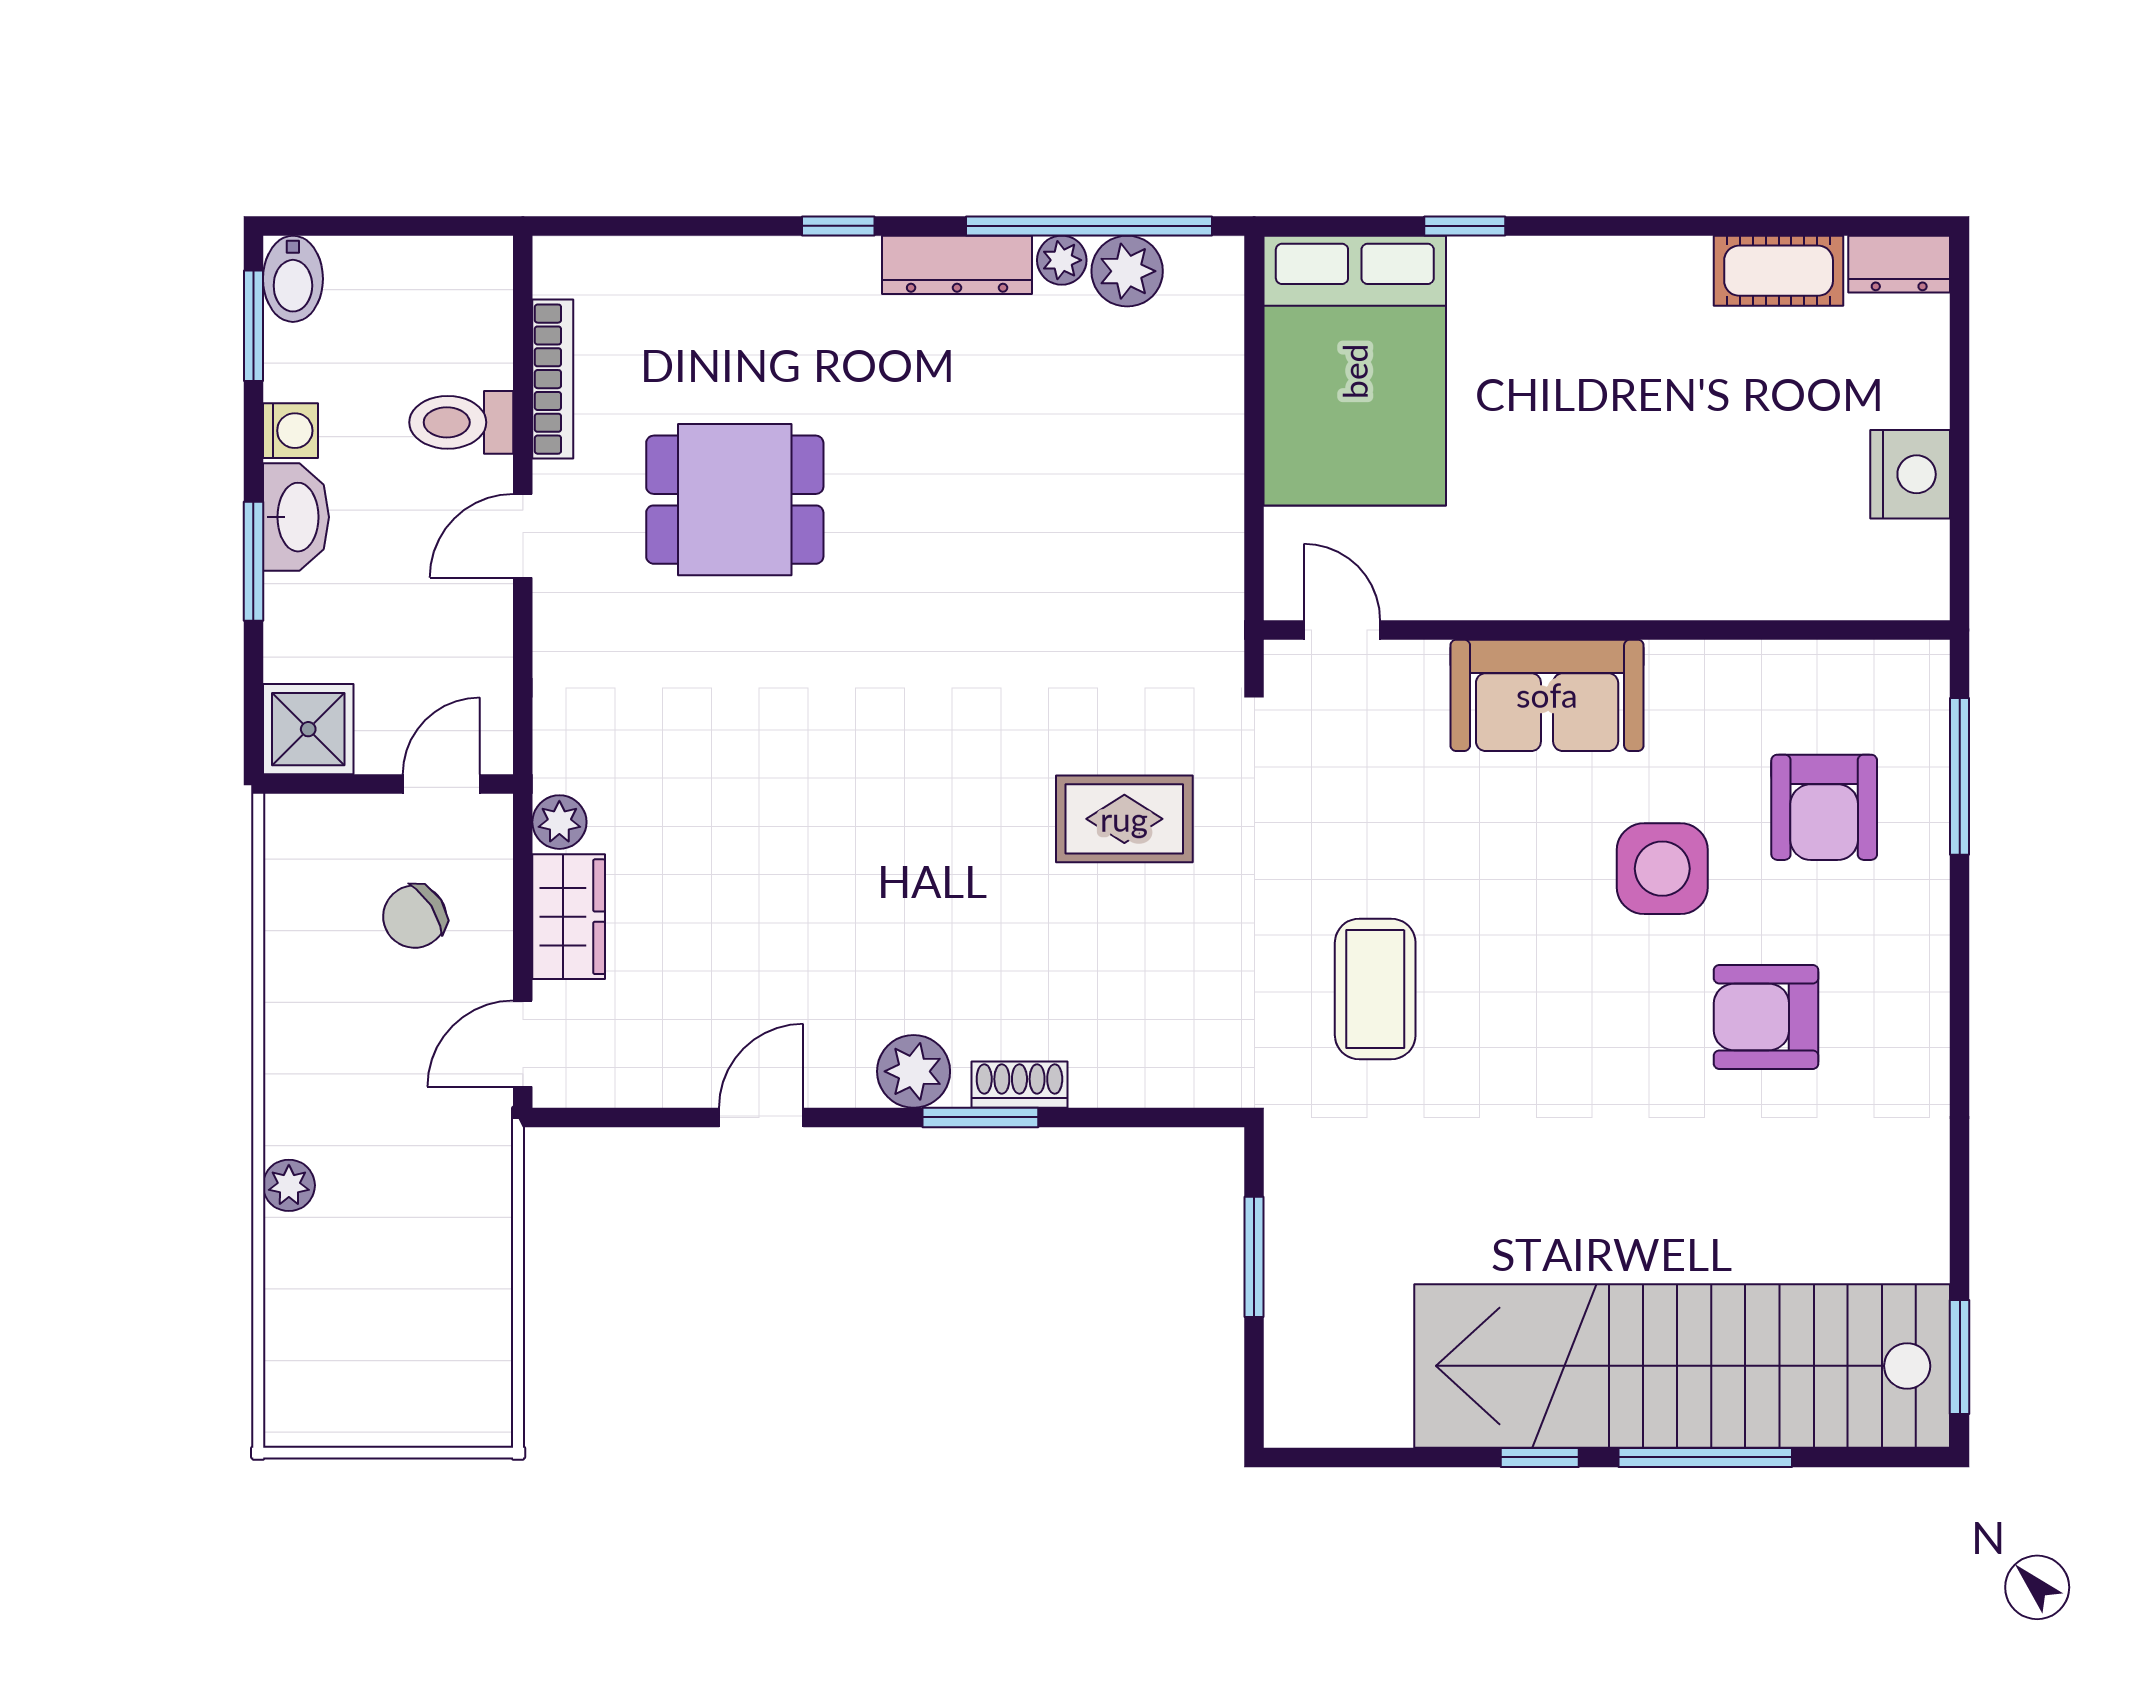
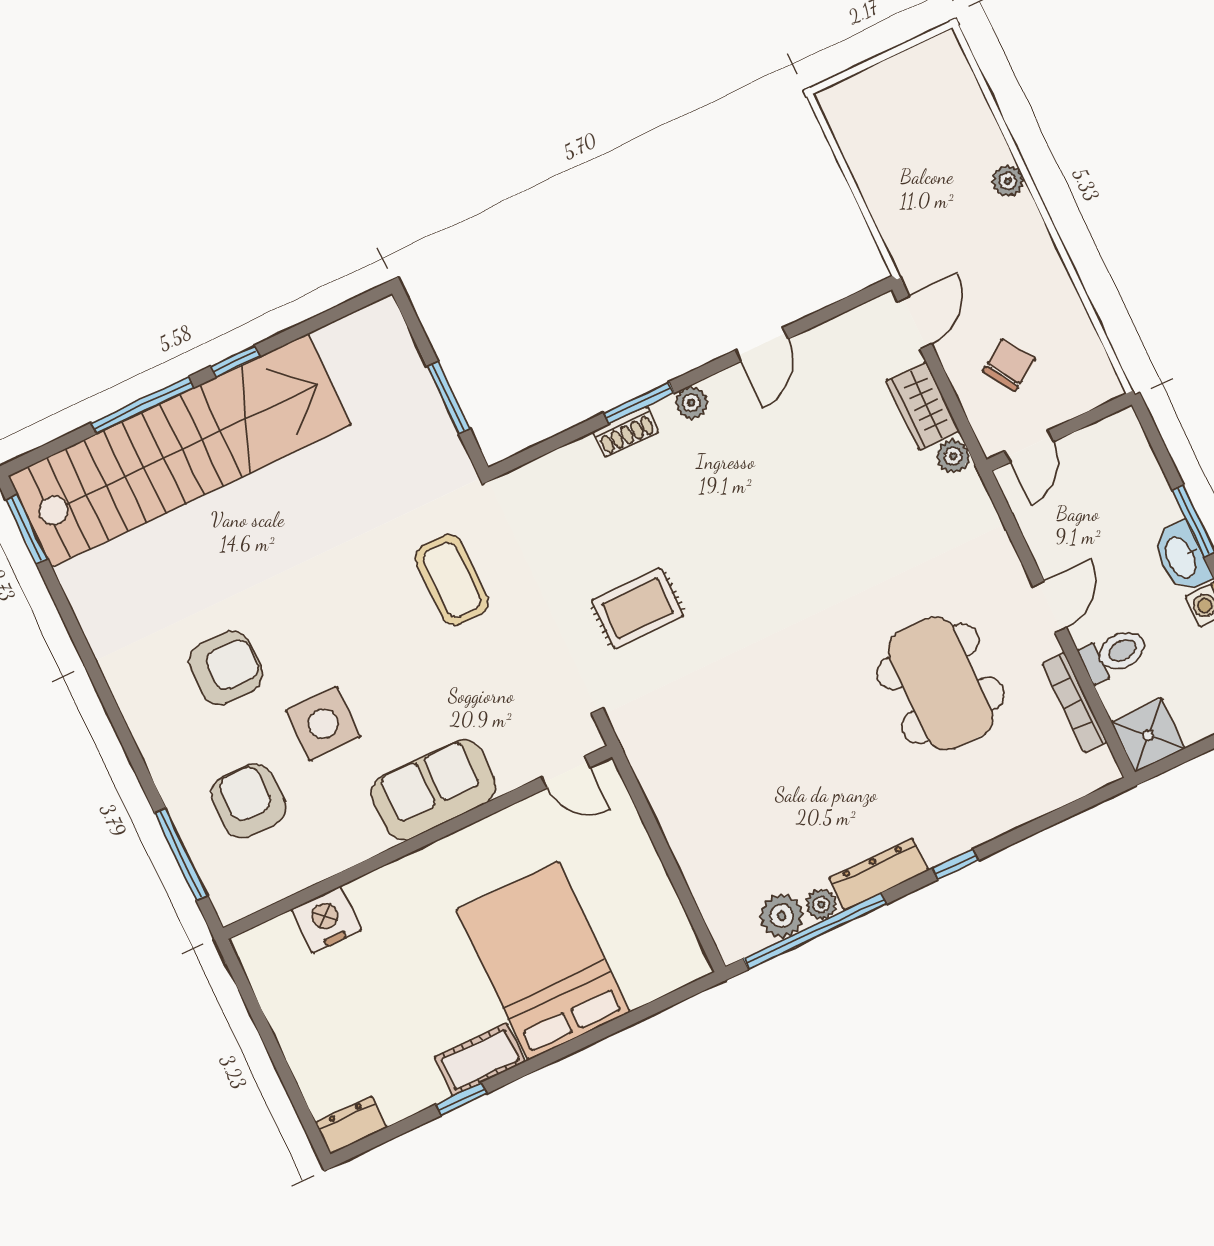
window: (1465, 226) -> (461, 1099), moved
cot: (1779, 271) -> (480, 1060), moved
bed: (1355, 371) -> (543, 961), moved
nightstand: (1910, 474) -> (326, 920), moved, turned 90
dining table: (735, 500) -> (941, 684), width x1.38
shower: (308, 729) -> (1148, 735), moved
plant: (914, 1071) -> (691, 403), width x0.73, depth x0.73

